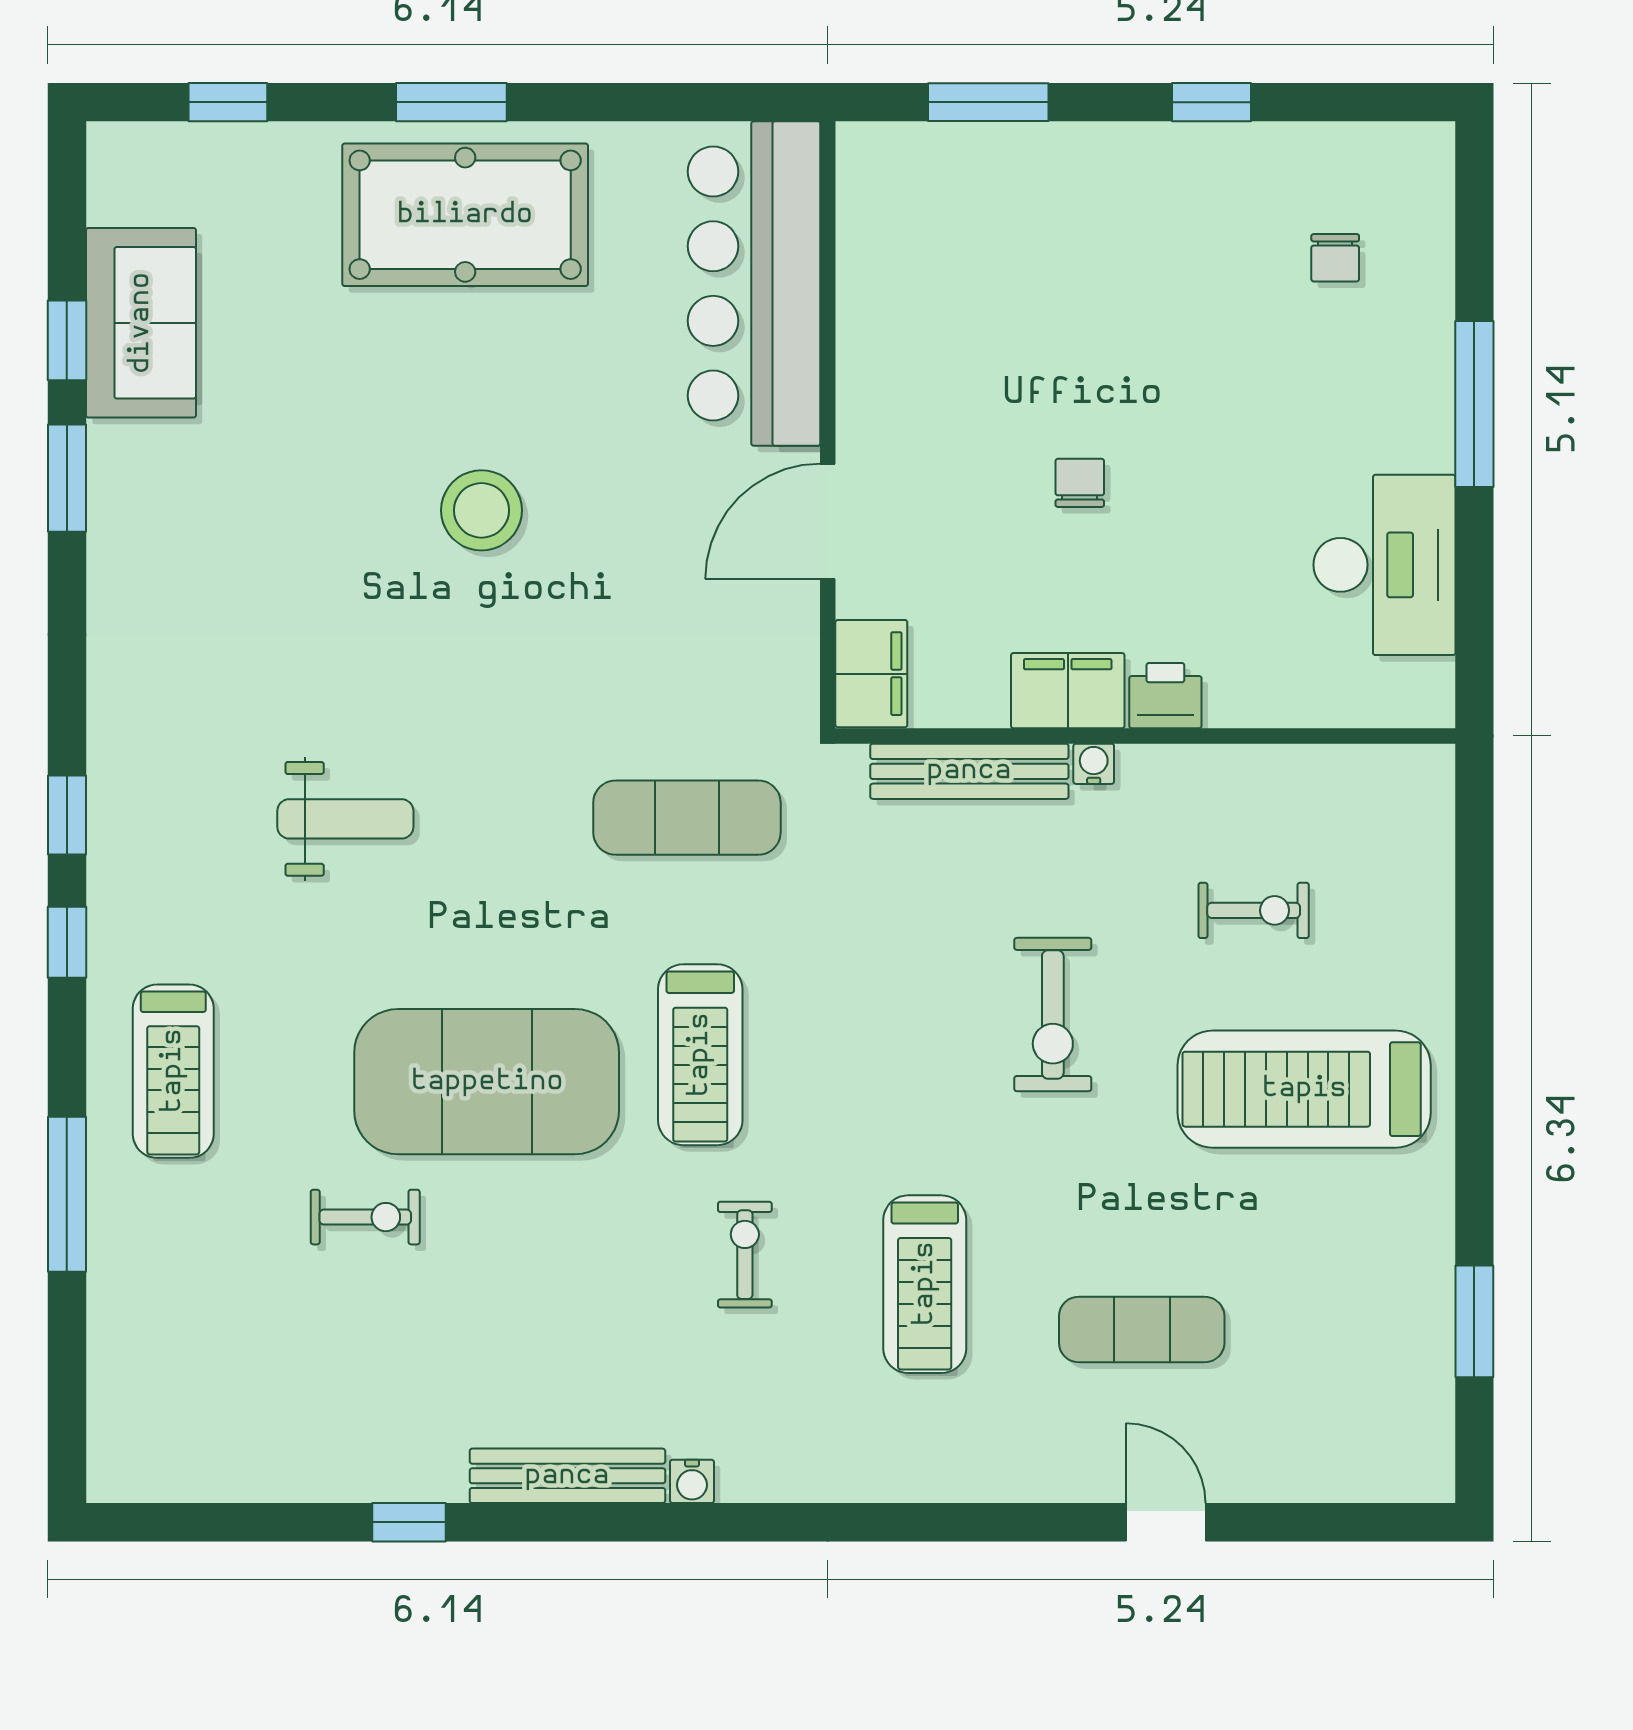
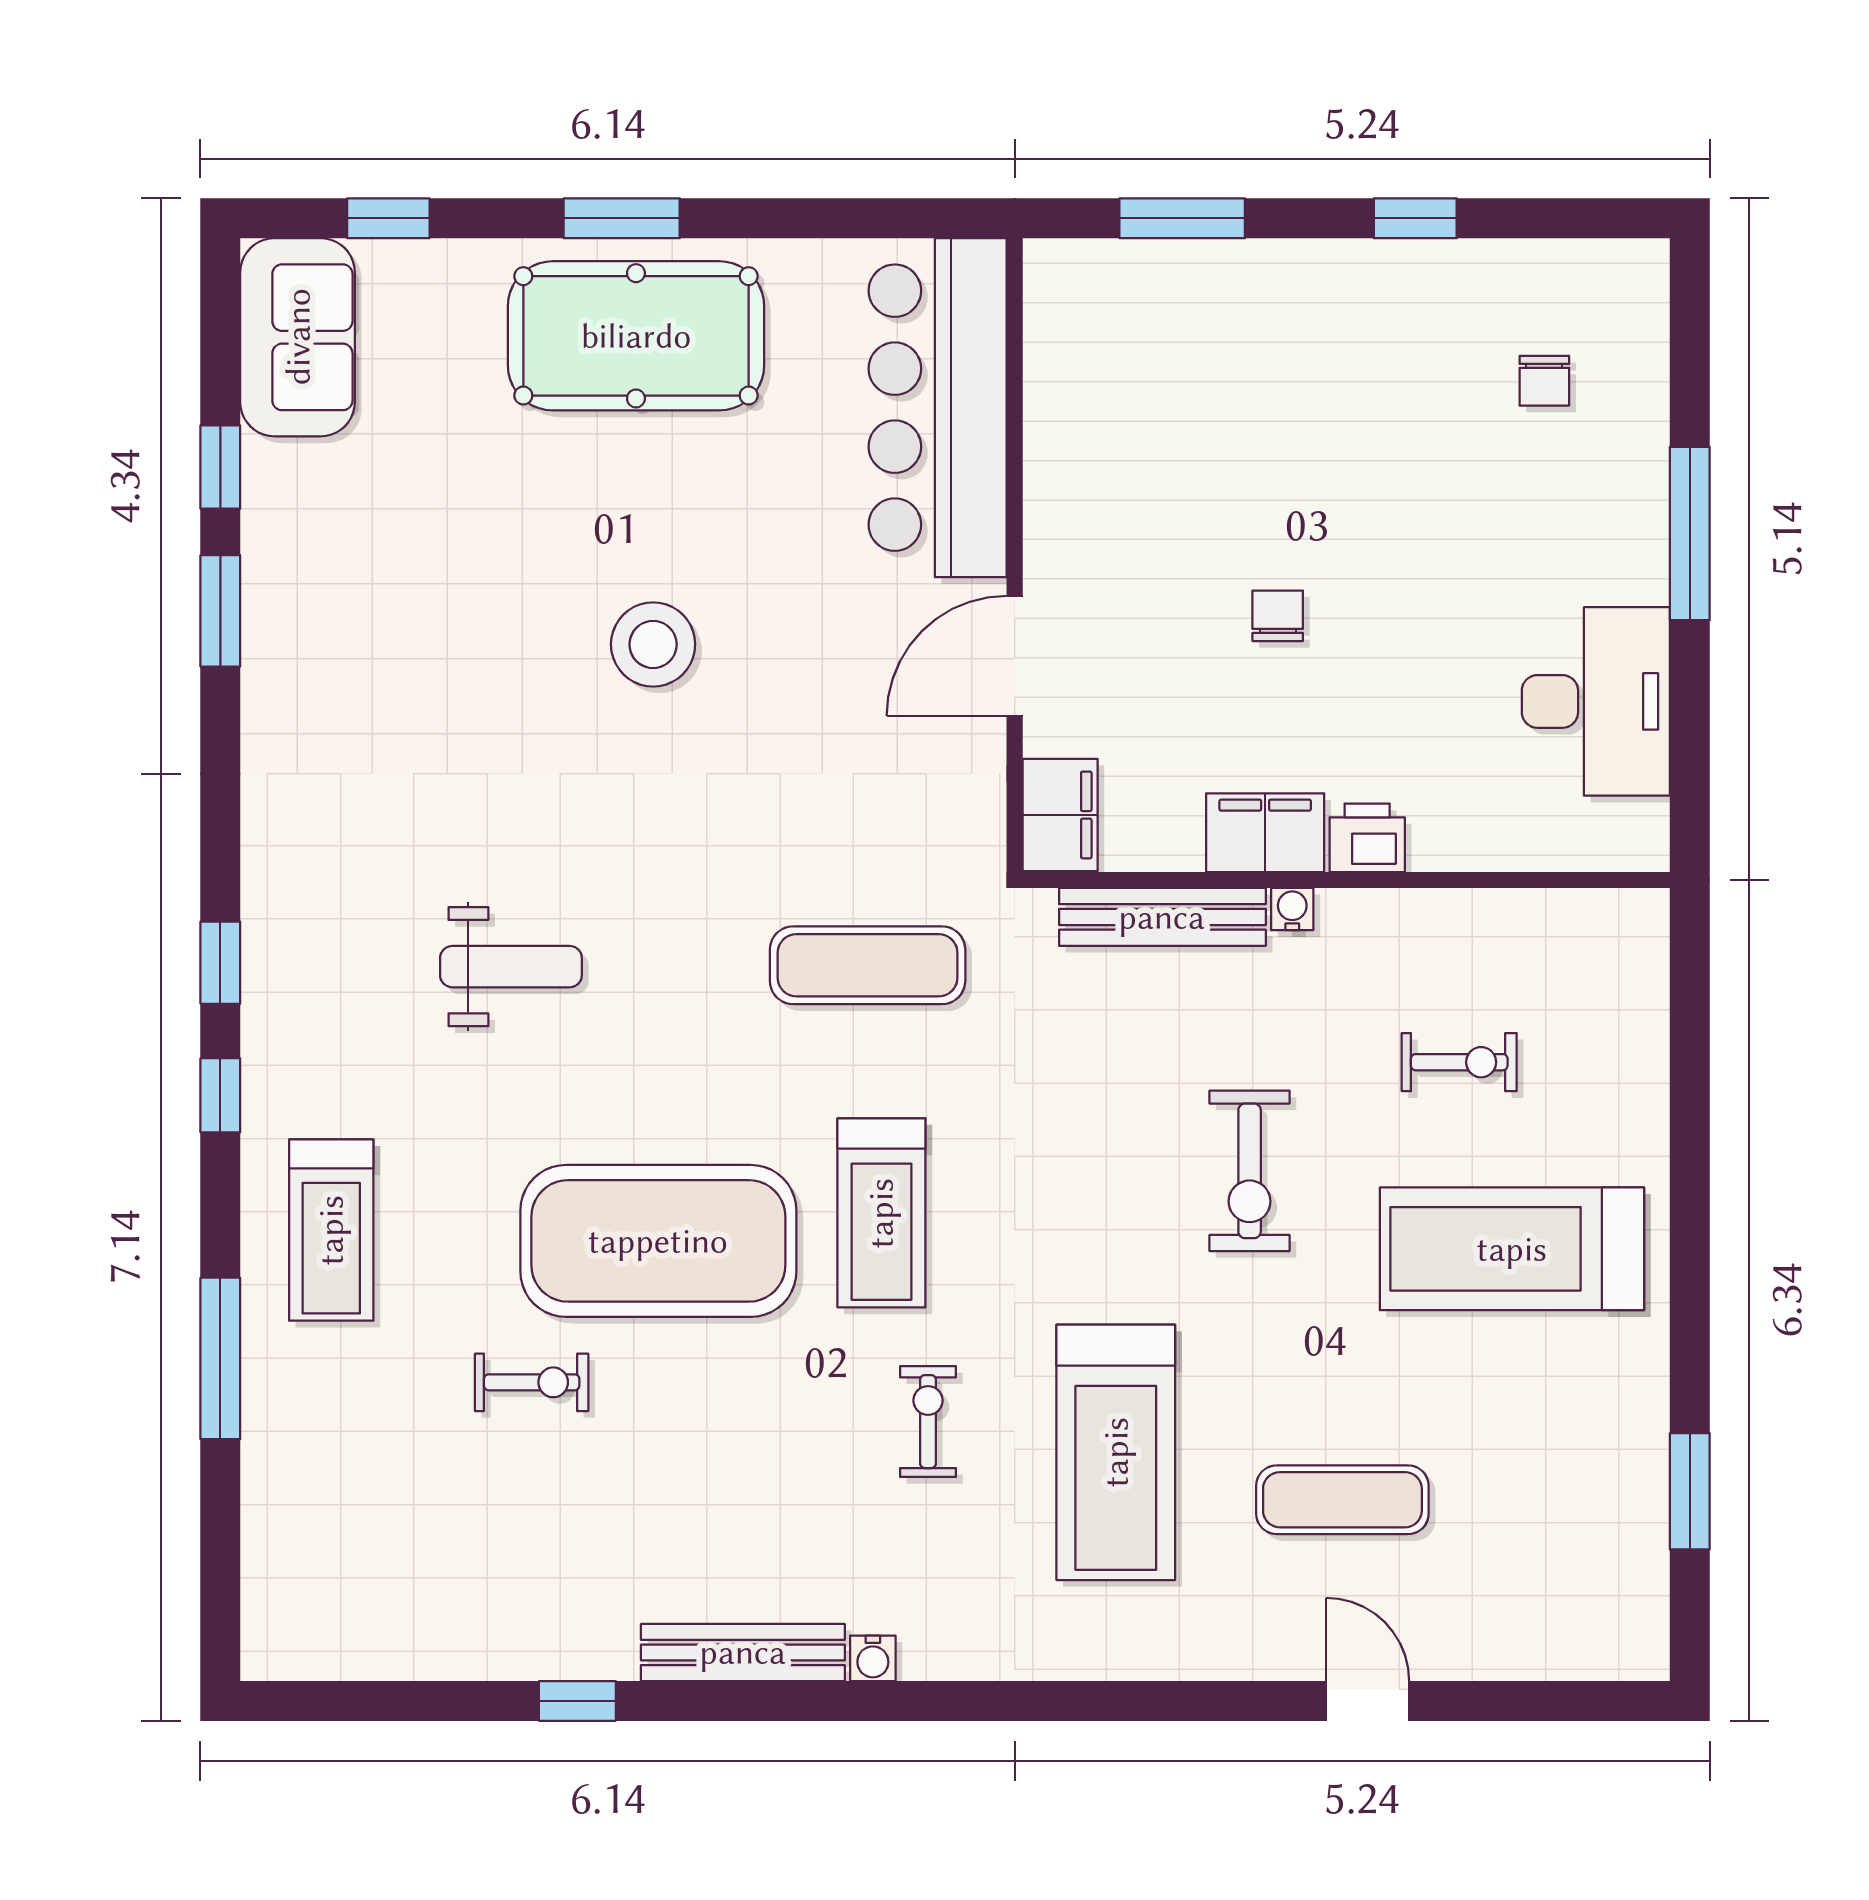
sofa: (141, 323) -> (298, 337), moved
treadmill: (925, 1284) -> (1116, 1452), width x1.37, depth x1.38

